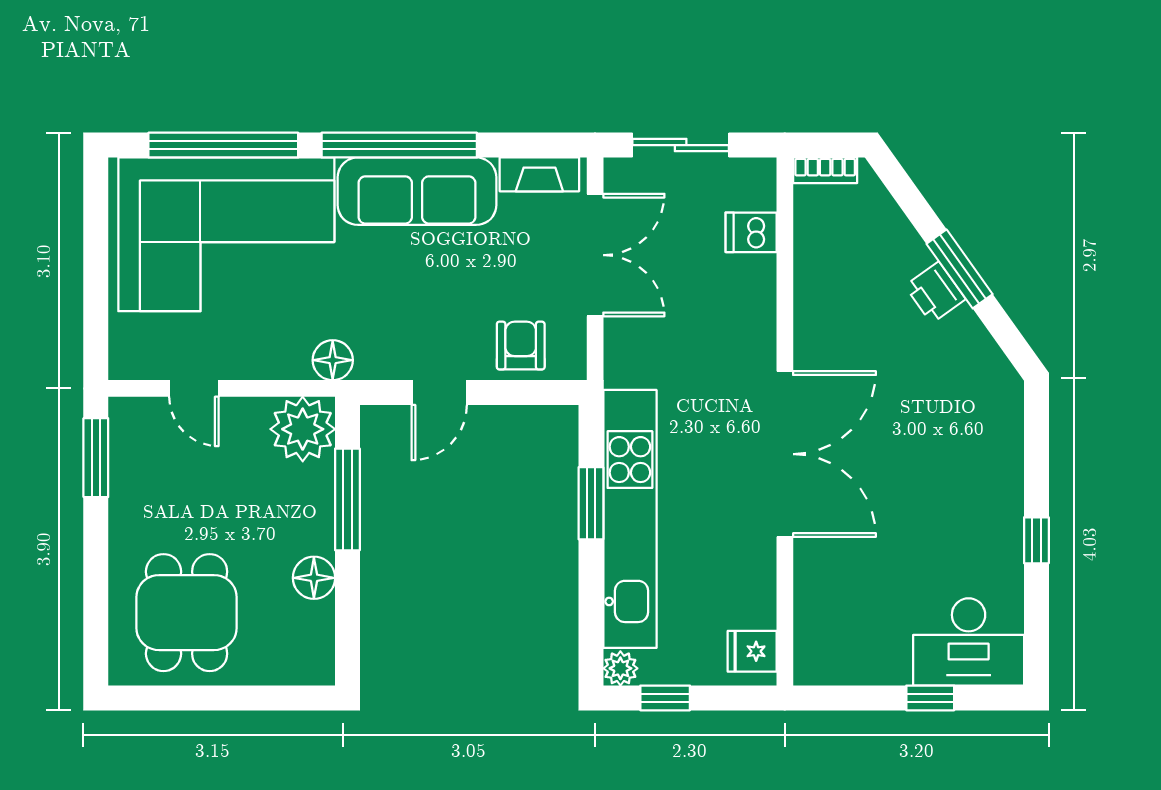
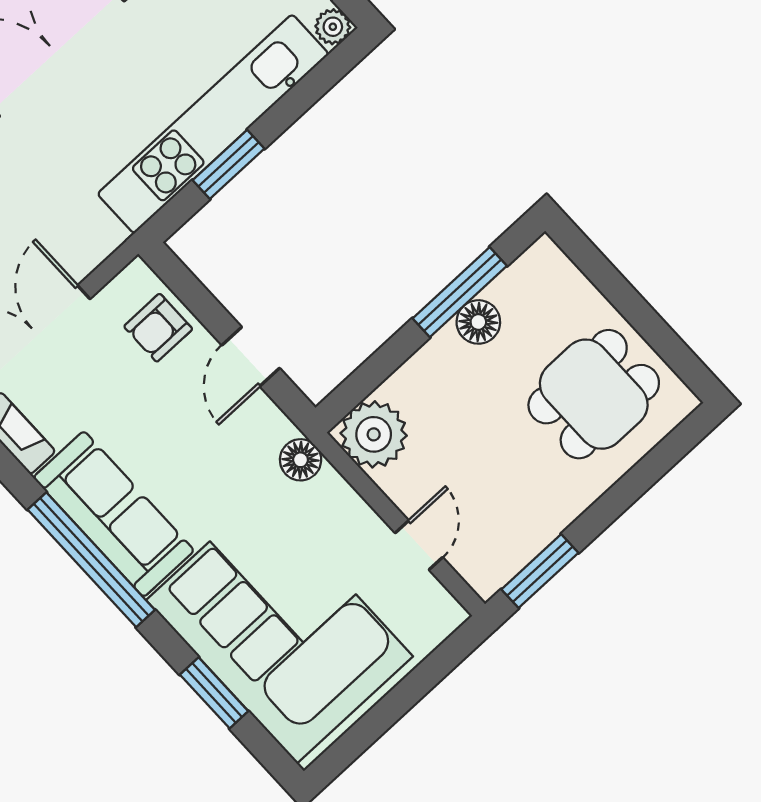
window: (223, 145) -> (214, 693), width x0.47
door: (439, 393) -> (251, 357), swing flipped
window: (347, 499) -> (460, 292), moved

